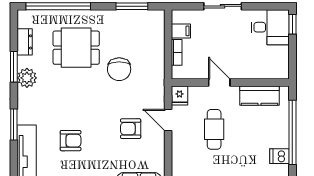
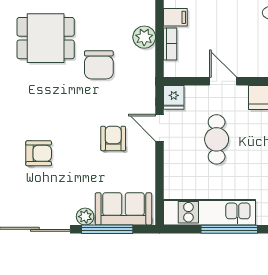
plant: (156, 47) -> (144, 37), added
armchair: (131, 129) -> (113, 138), turned 90

